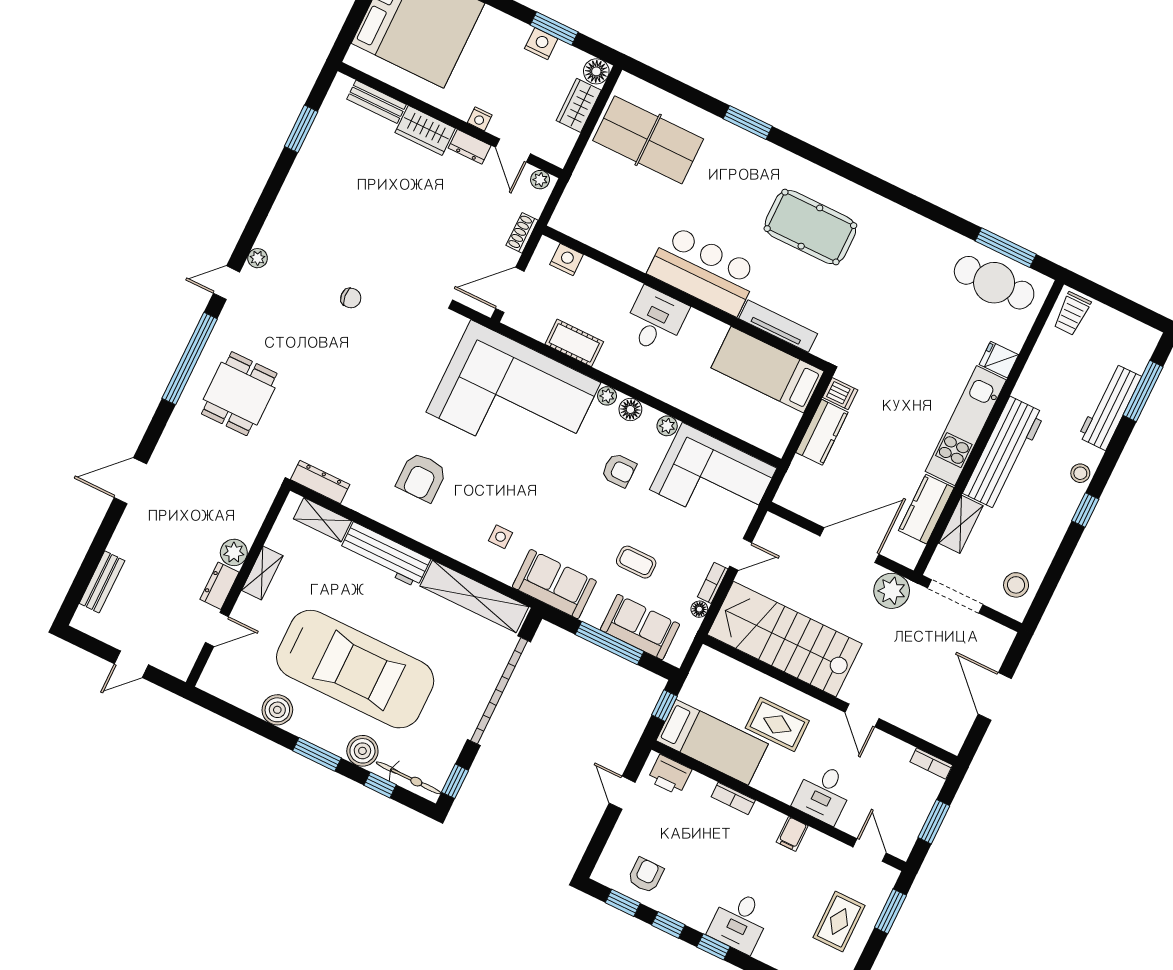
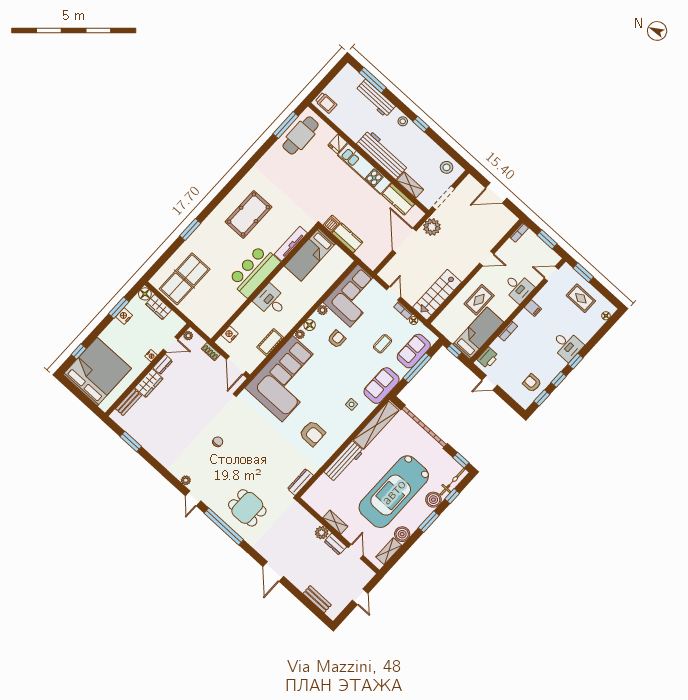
shelving: (323, 520) -> (389, 551), moved
stairs: (785, 639) -> (437, 295), width x0.73, depth x0.66
car: (355, 669) -> (394, 492), turned 180

